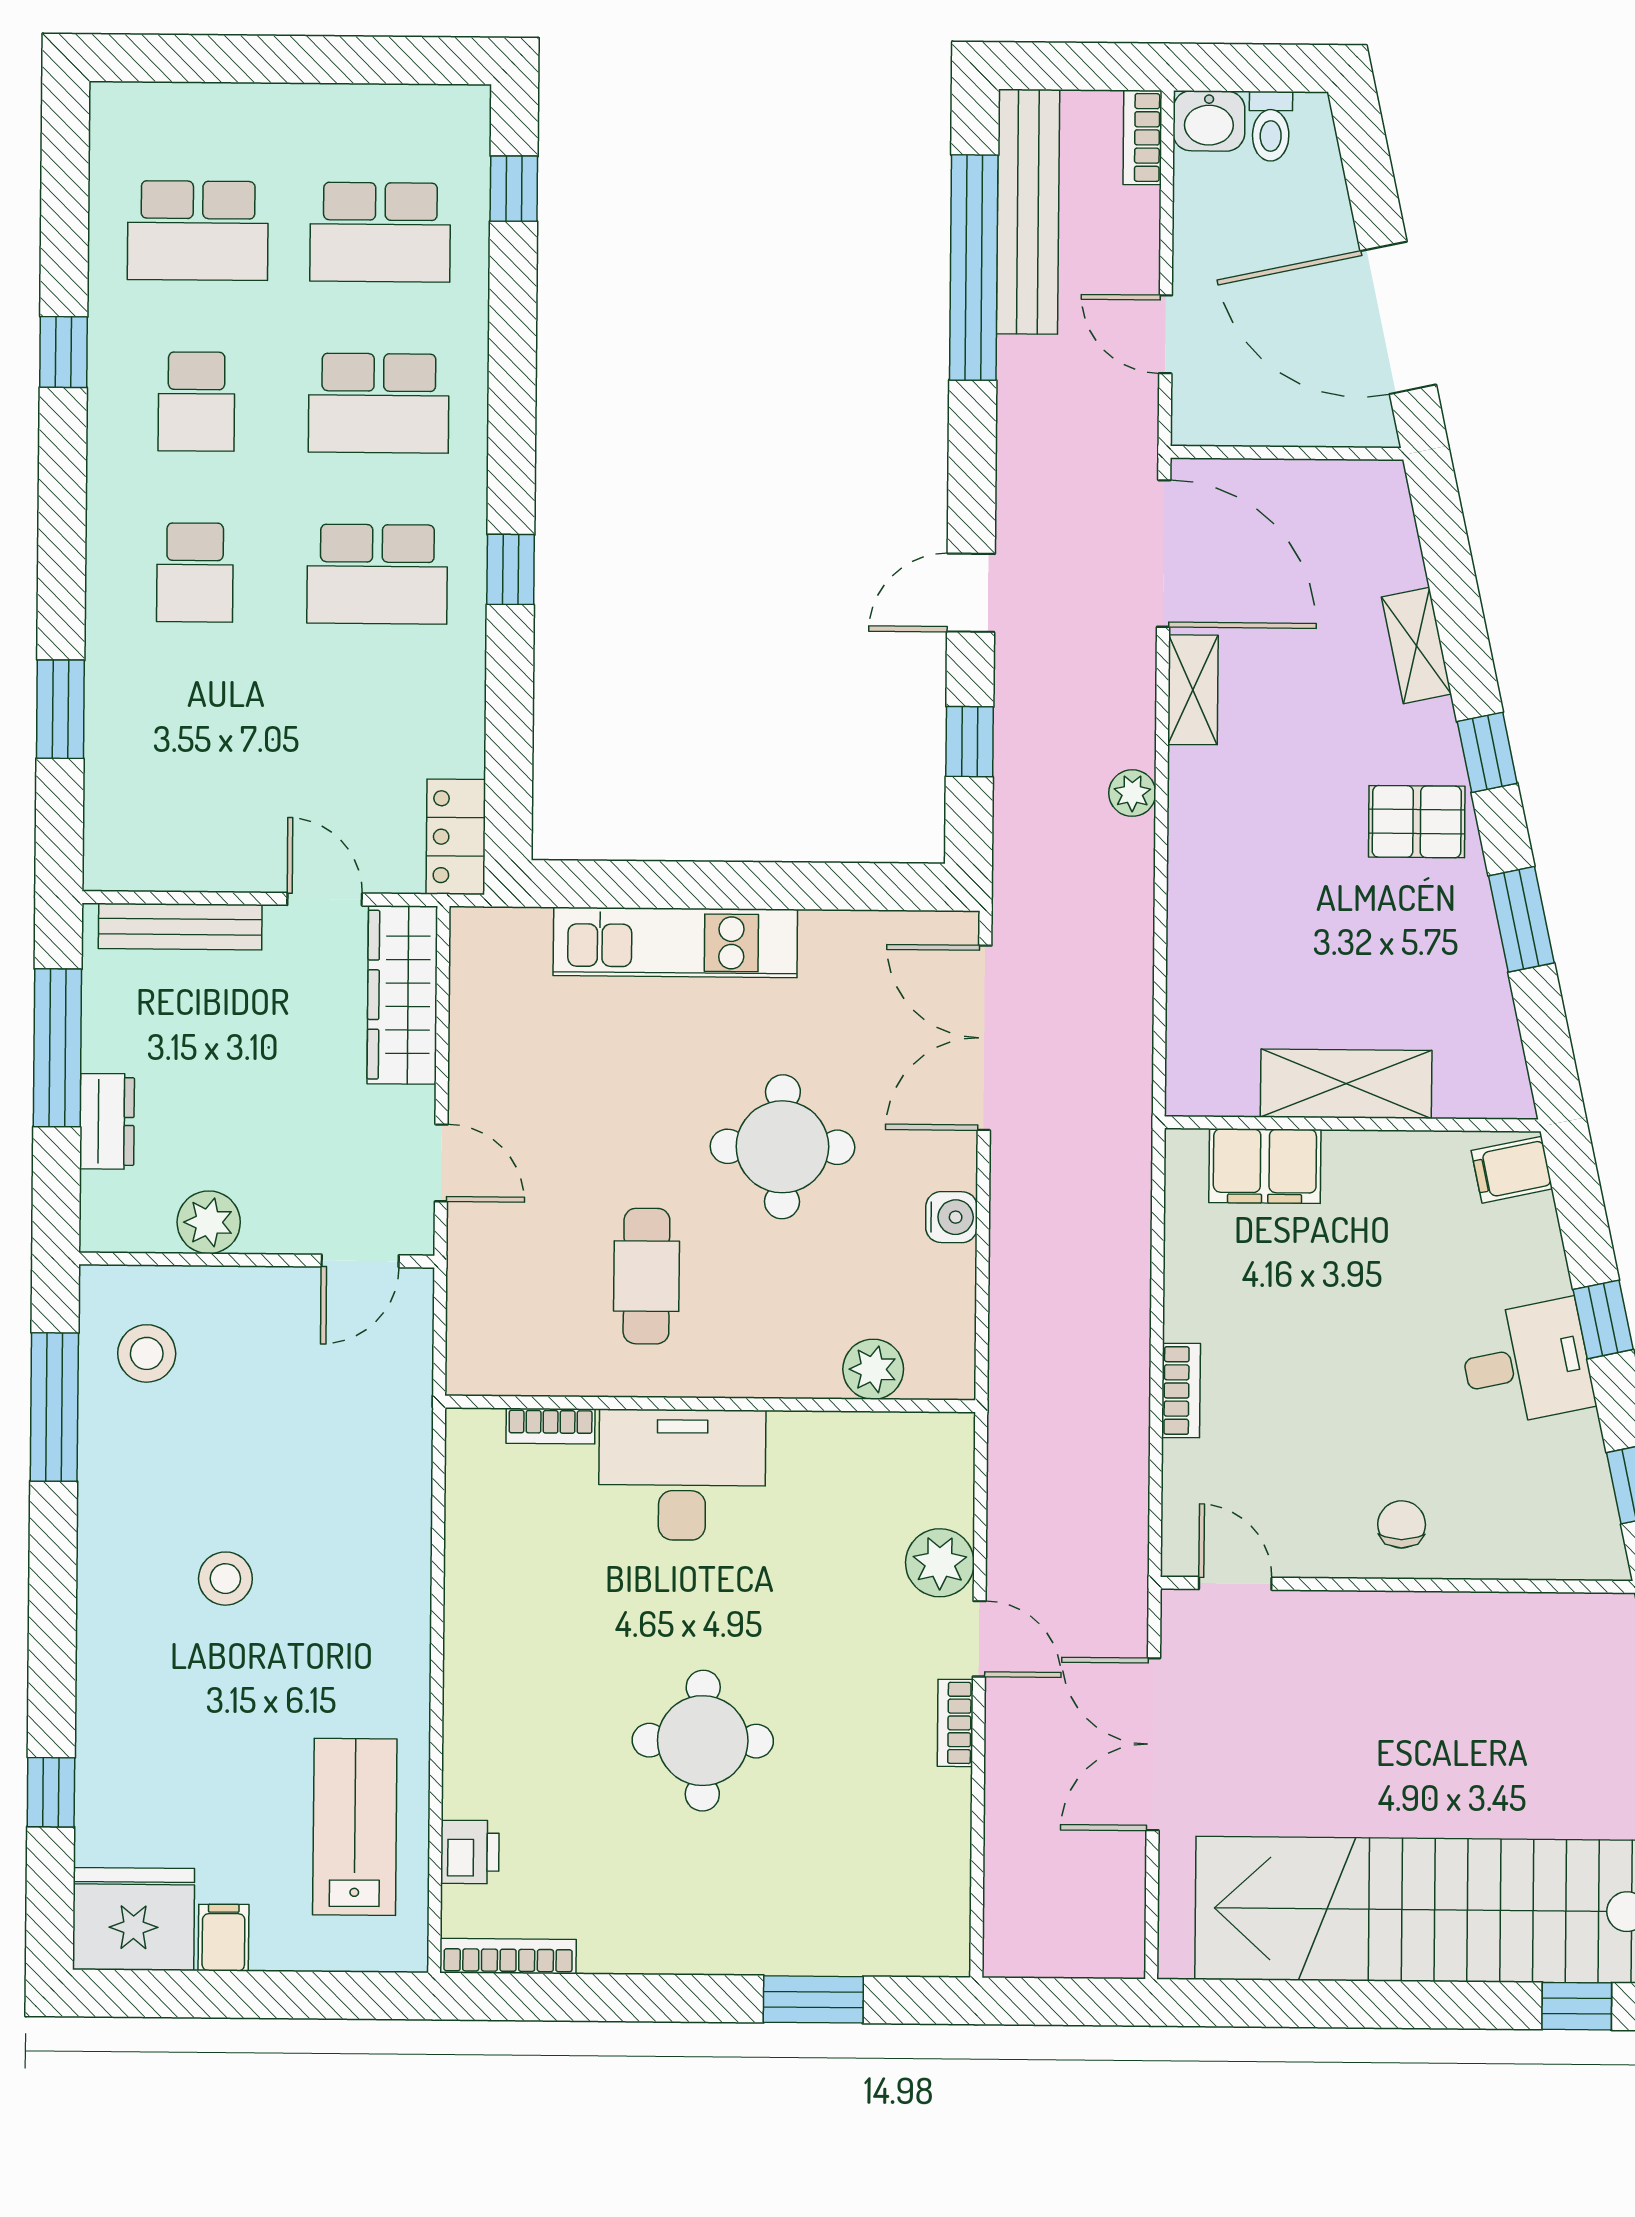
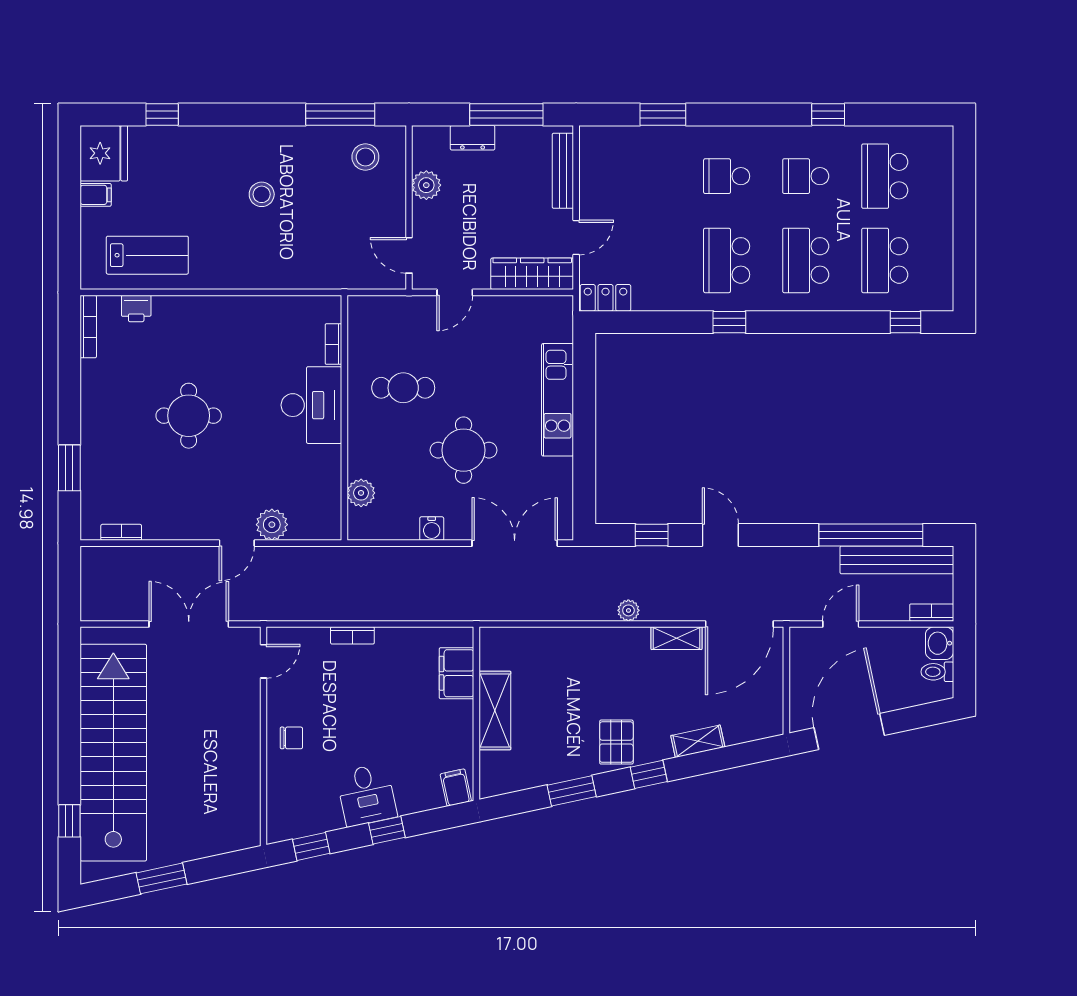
bookcase: (955, 1723) -> (121, 532), moved

